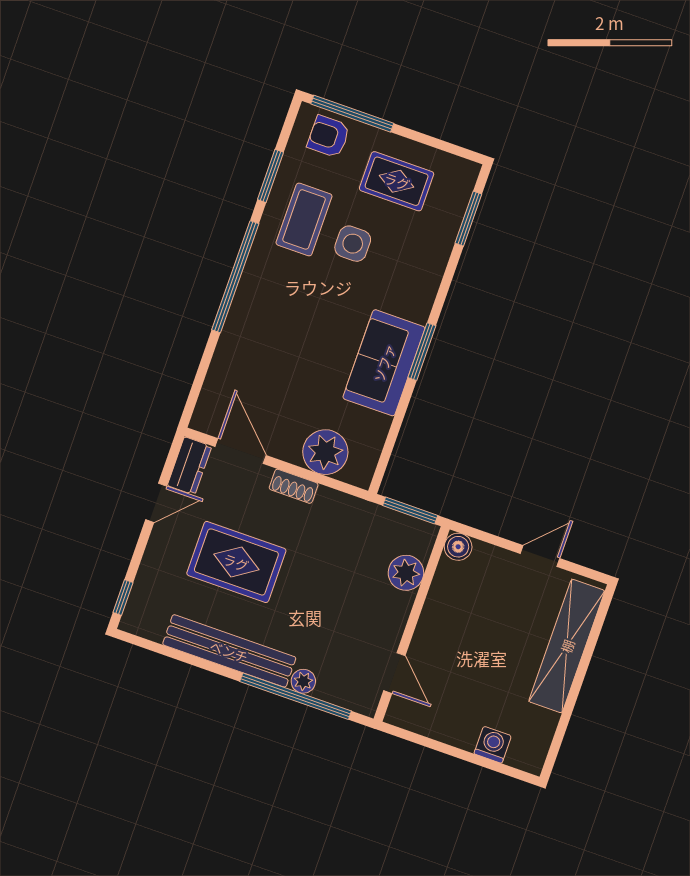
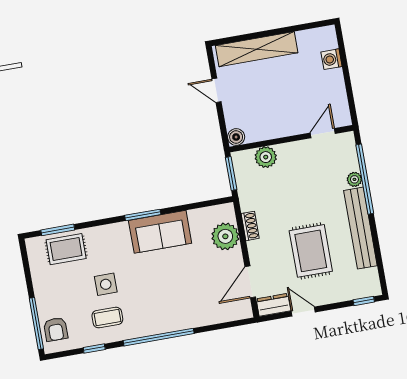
window: (271, 176) -> (94, 348), width x0.67
rug: (397, 181) -> (66, 249), moved, turned 90
coffee table: (304, 219) -> (107, 318), width x0.73, depth x0.77
shoe rack: (294, 486) -> (250, 226), moved

